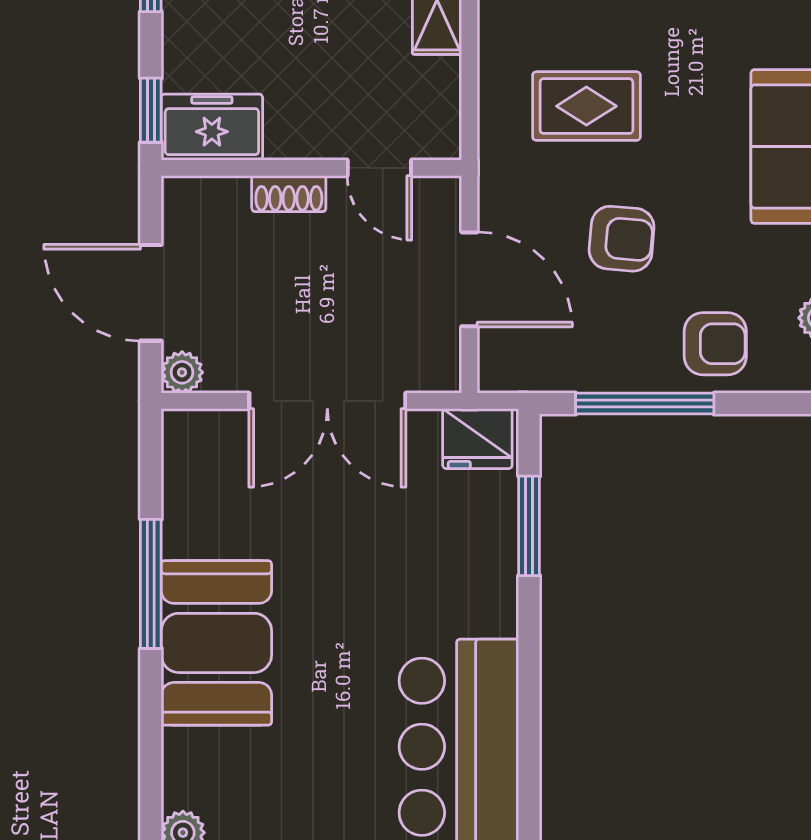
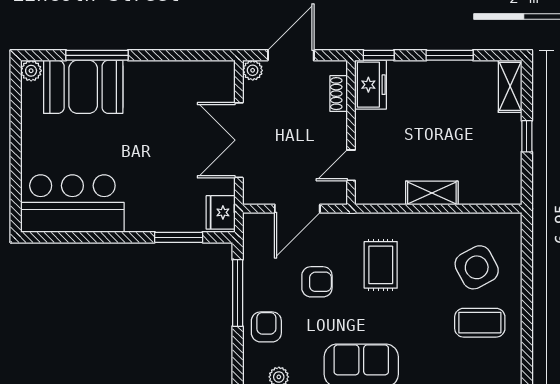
shoe rack: (289, 194) -> (339, 94), moved
armchair: (622, 239) -> (317, 282), turned -95
armchair: (715, 344) -> (266, 327), turned 180
window: (151, 584) -> (97, 55), moved
booth: (216, 643) -> (83, 87), moved

